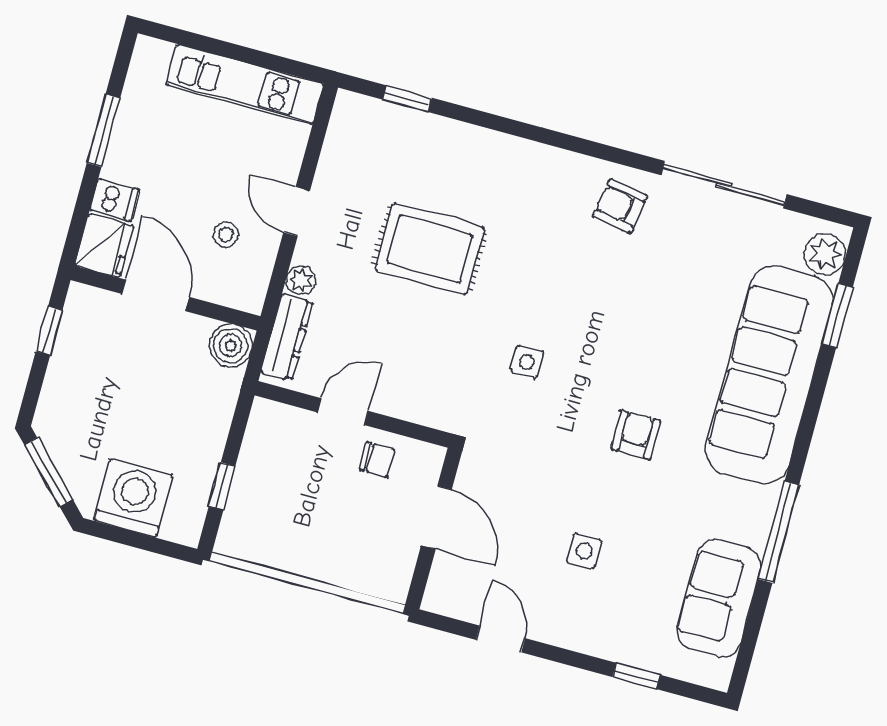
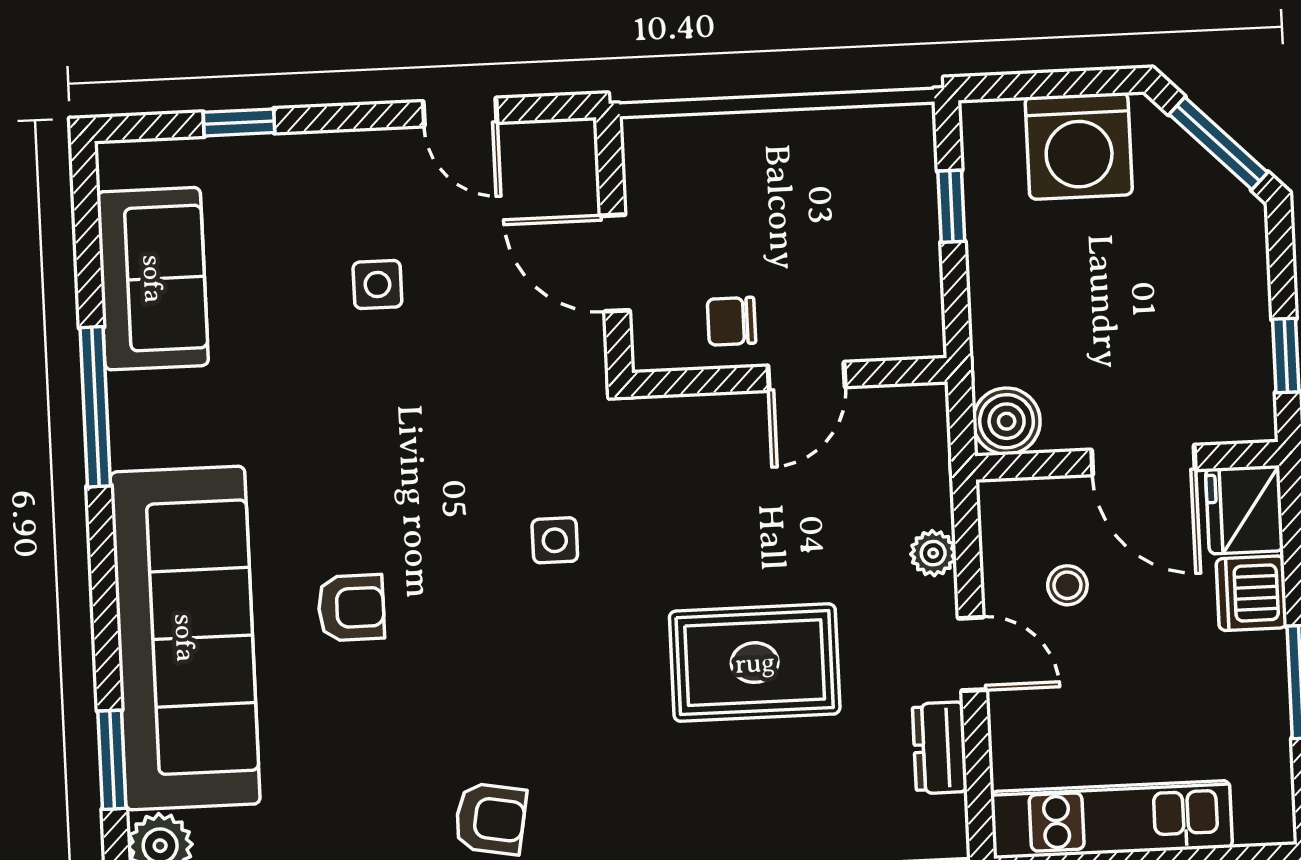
dishwasher: (115, 200) -> (1251, 593), width x1.38
dresser: (287, 337) -> (940, 748), moved, width x0.70
armchair: (636, 435) -> (351, 608), moved, turned -90

